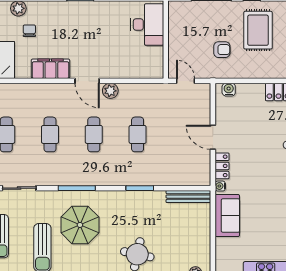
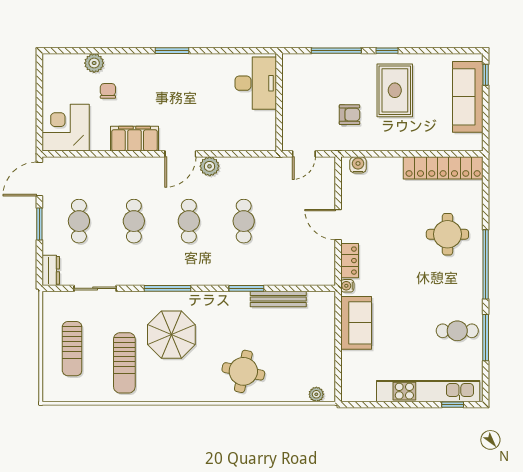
door: (87, 81) -> (180, 154), hinge flipped
door: (186, 81) -> (304, 154), swing flipped
bench: (188, 197) -> (278, 299), moved

